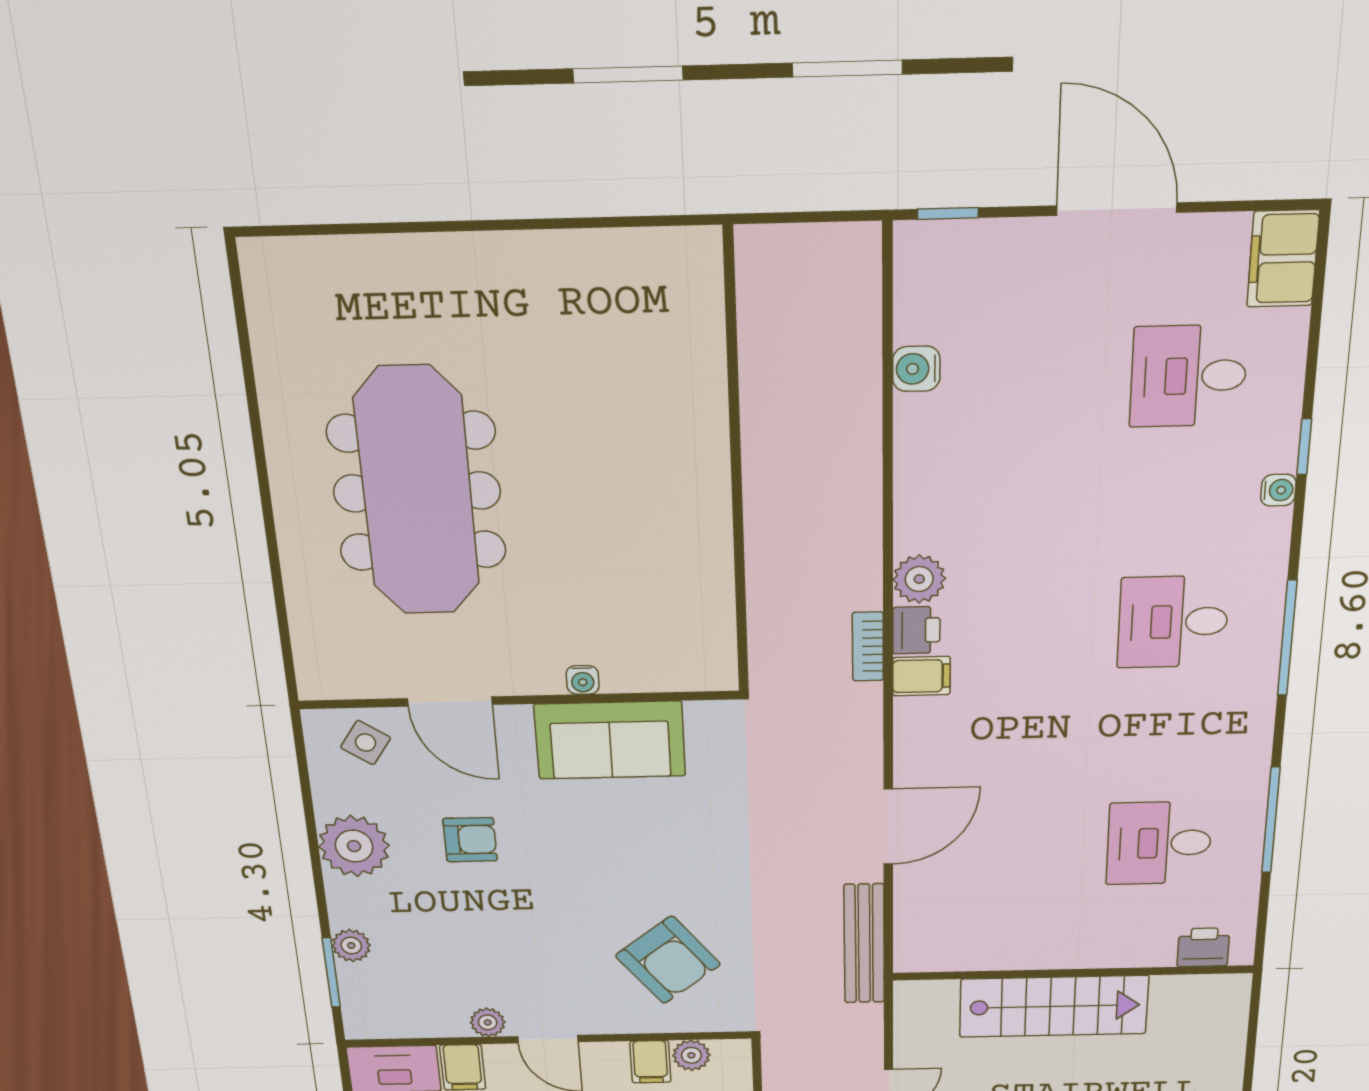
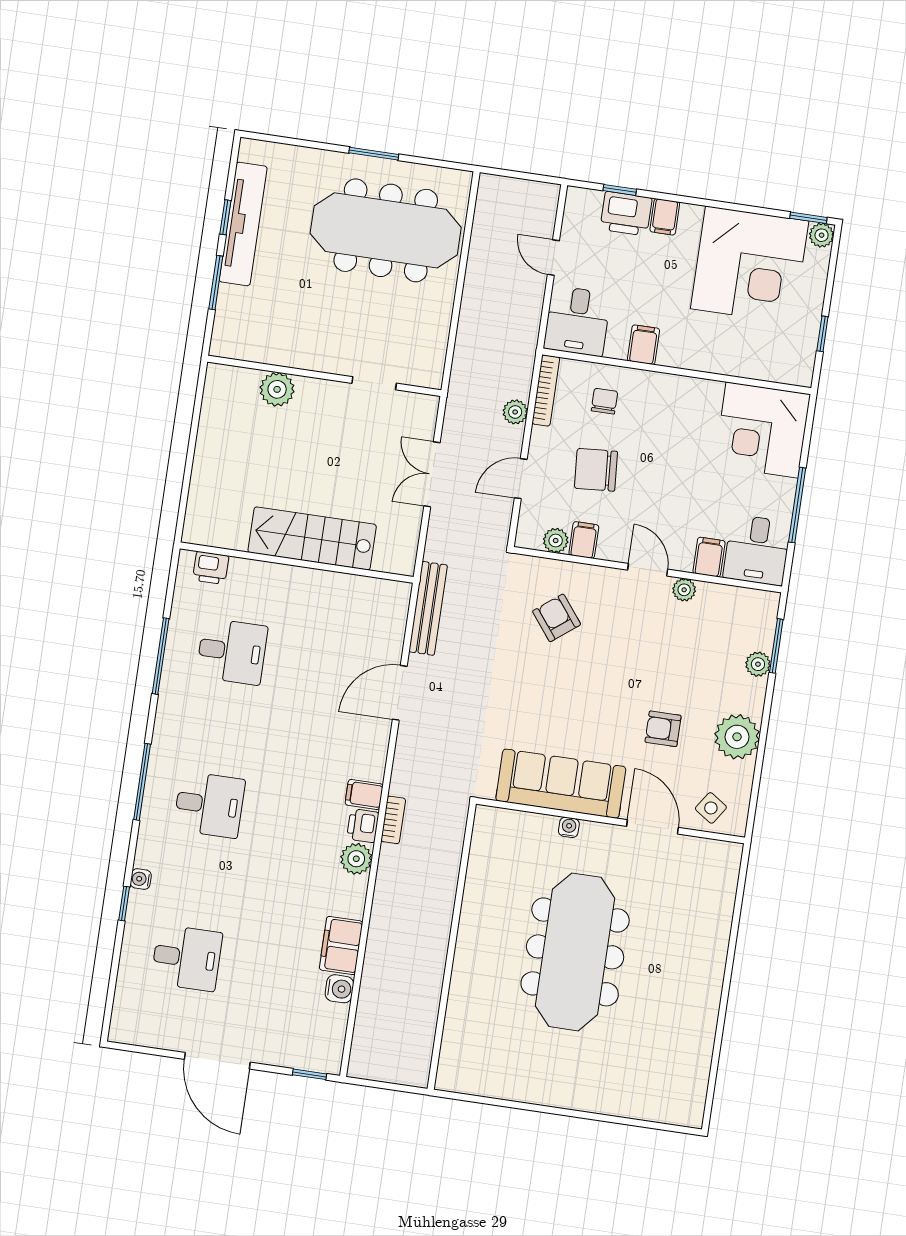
filing cabinet: (1283, 259) -> (341, 946), moved, turned 180
meeting table: (417, 492) -> (575, 952), moved
sofa: (610, 740) -> (561, 784), width x1.36
armchair: (668, 960) -> (557, 618), width x0.72, depth x0.72

